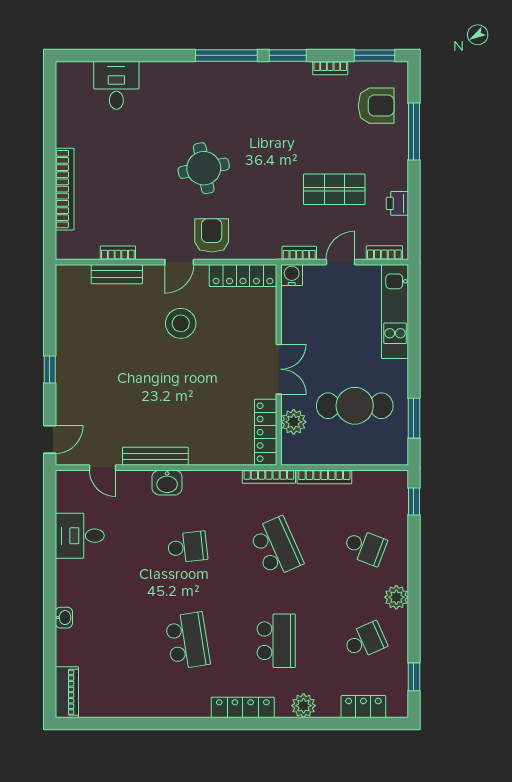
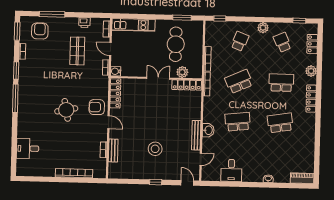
stool: (181, 323) -> (155, 149), moved
school desk: (187, 547) -> (238, 122), width x1.85

